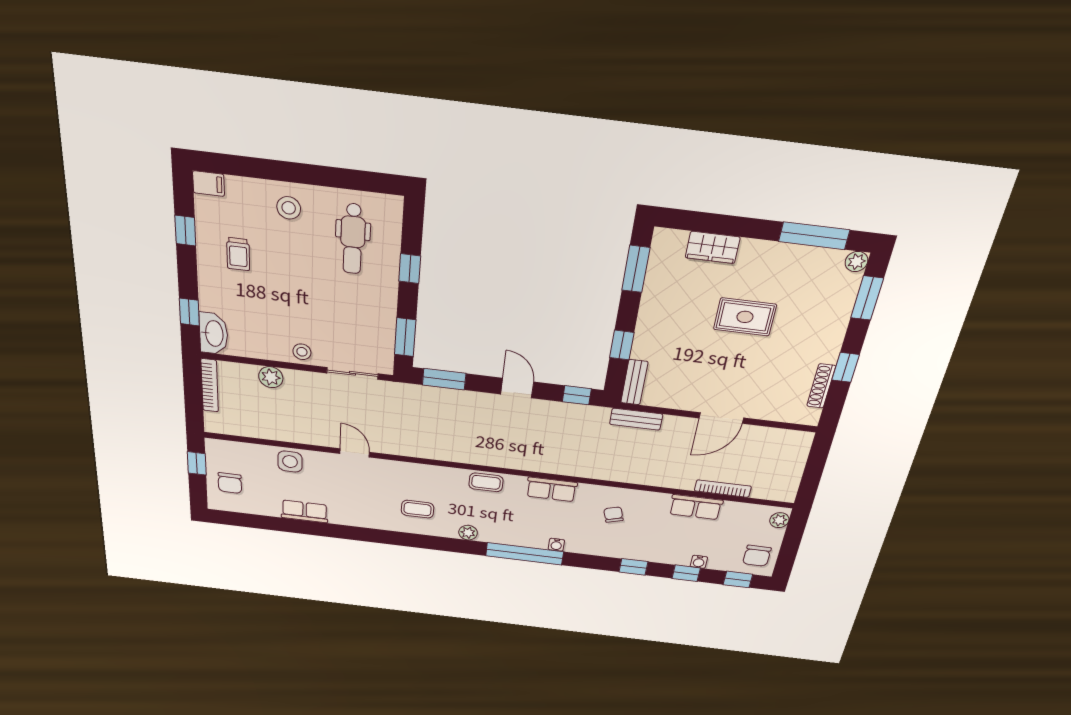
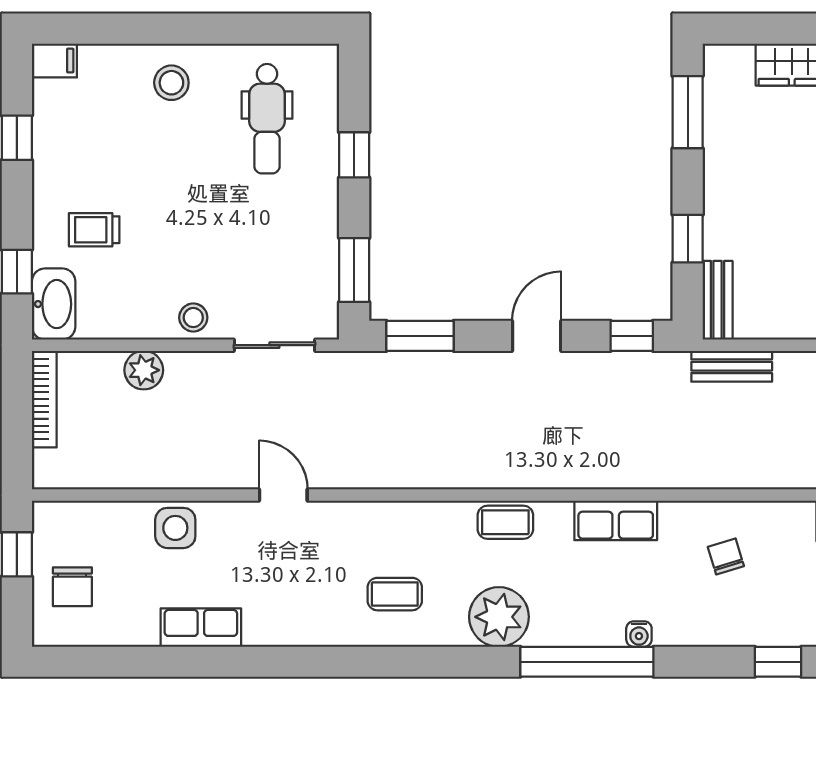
trolley: (238, 254) -> (94, 230), moved, turned 90
door: (517, 388) -> (537, 336), hinge flipped
plant: (468, 533) -> (499, 617), width x1.88, depth x1.88

